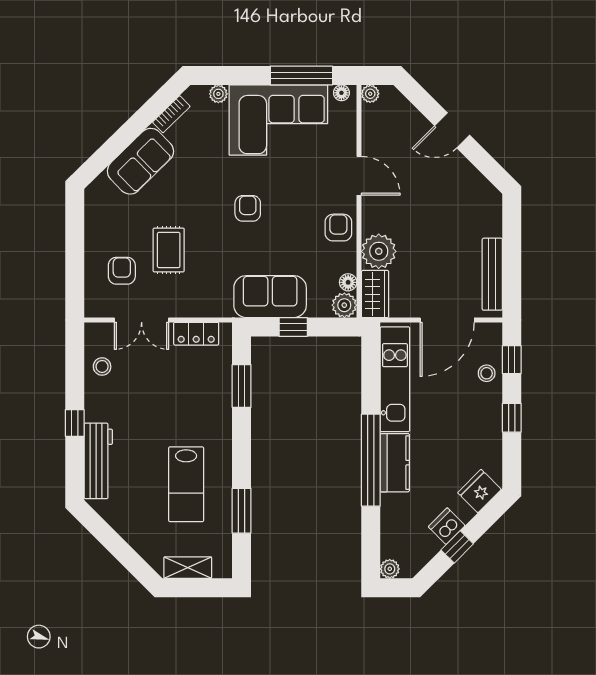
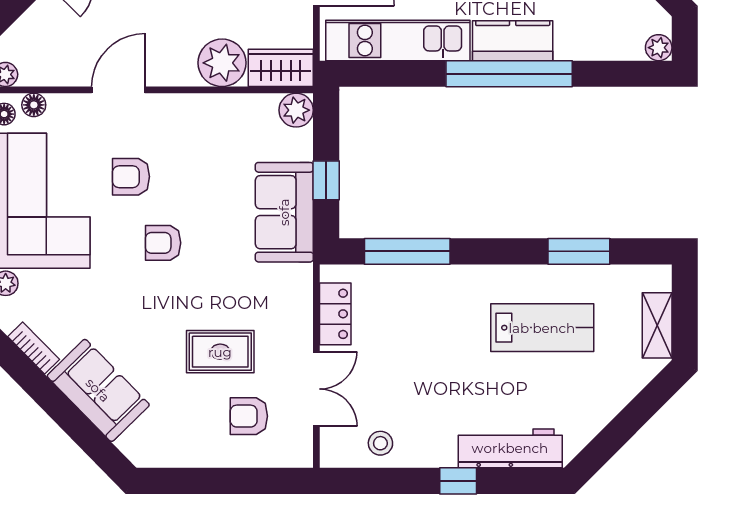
armchair: (338, 228) -> (131, 177), moved
floor lamp: (348, 282) -> (34, 105), moved
window: (242, 386) -> (407, 251), width x1.44

